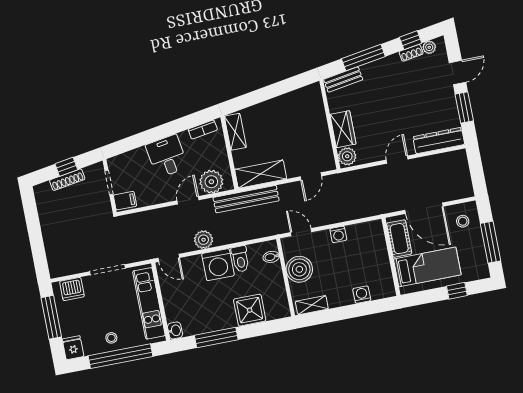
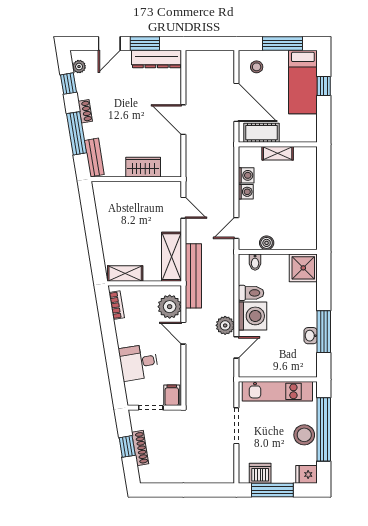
shoe rack: (411, 53) -> (85, 111), moved
door: (457, 72) -> (109, 44), swing flipped
dresser: (439, 141) -> (157, 59), moved, turned -90
desk: (167, 156) -> (139, 362), moved
plant: (347, 156) -> (171, 168), removed
door: (397, 160) -> (183, 120), width x1.38
door: (424, 208) -> (236, 102), hinge flipped
door: (169, 258) -> (236, 347), moved
bed: (427, 267) -> (303, 82), moved, turned 180
boiler: (299, 269) -> (267, 243), width x0.54, depth x0.54
dishwasher: (72, 289) -> (260, 473), moved, turned -90
washing machine: (362, 295) -> (246, 175), moved, turned 180
shelving: (312, 305) -> (278, 153), moved, turned 90
shower: (250, 310) -> (303, 268), moved
washbasin: (175, 330) -> (311, 336), moved, turned -90
stool: (111, 338) -> (304, 435), width x1.89, depth x1.89

